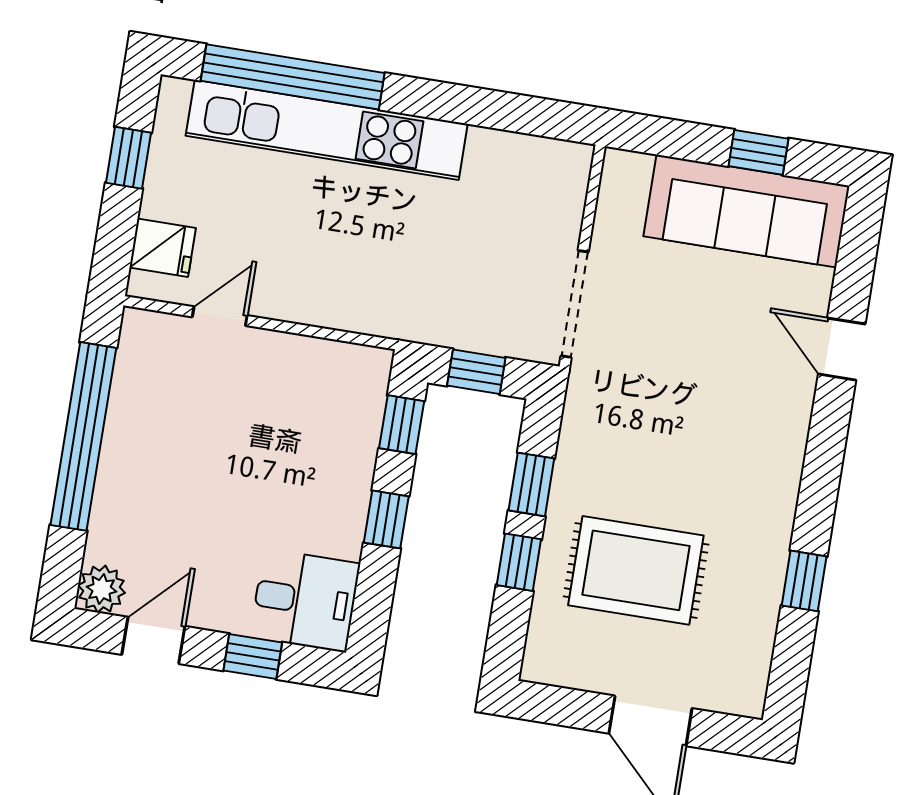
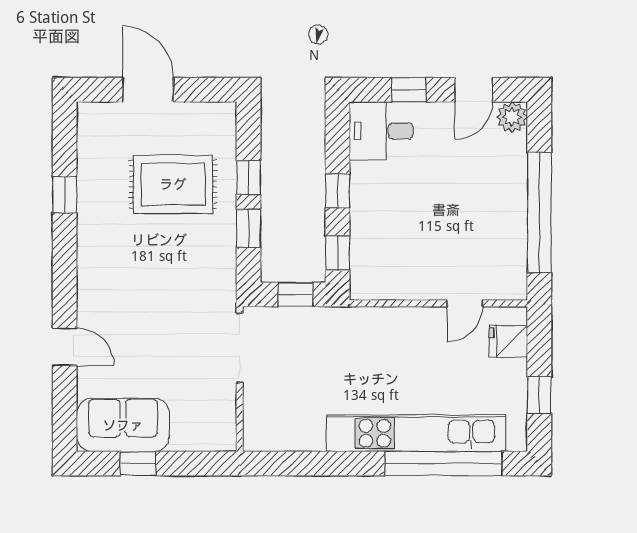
sofa: (746, 211) -> (123, 425), width x0.73

